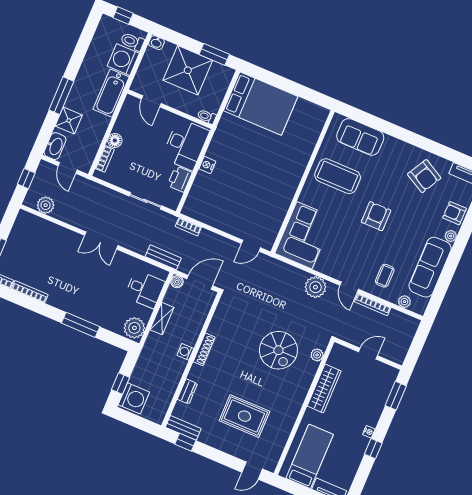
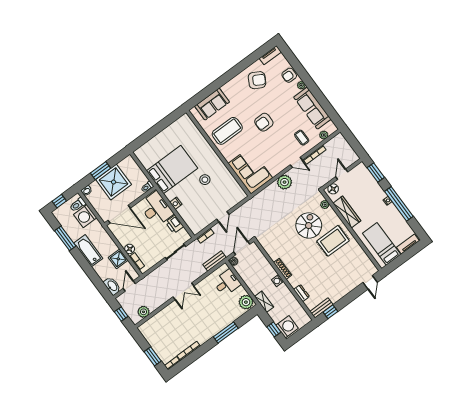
window: (214, 54) -> (101, 171), moved
bathtub: (111, 93) -> (88, 251), moved, turned 180
window: (61, 96) -> (65, 238), moved
door: (151, 101) -> (119, 214), width x1.88
bed: (261, 104) -> (172, 170), moved
shower: (69, 120) -> (118, 259), moved
door: (68, 168) -> (129, 286), swing flipped
stool: (259, 184) -> (205, 180), added
armchair: (376, 216) -> (264, 122), turned -90
door: (251, 246) -> (223, 217), moved
shelving: (162, 319) -> (264, 302), moved
spiral stairs: (278, 350) -> (309, 226), turned -90
floor lamp: (343, 354) -> (333, 189), added
rug: (244, 416) -> (333, 241), moved
window: (373, 449) -> (399, 204), width x3.17

